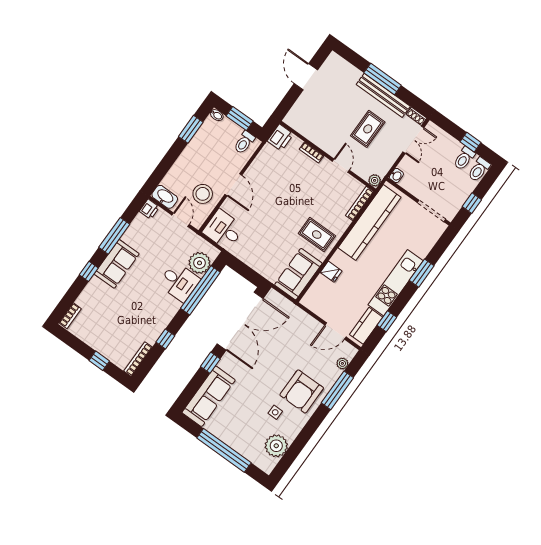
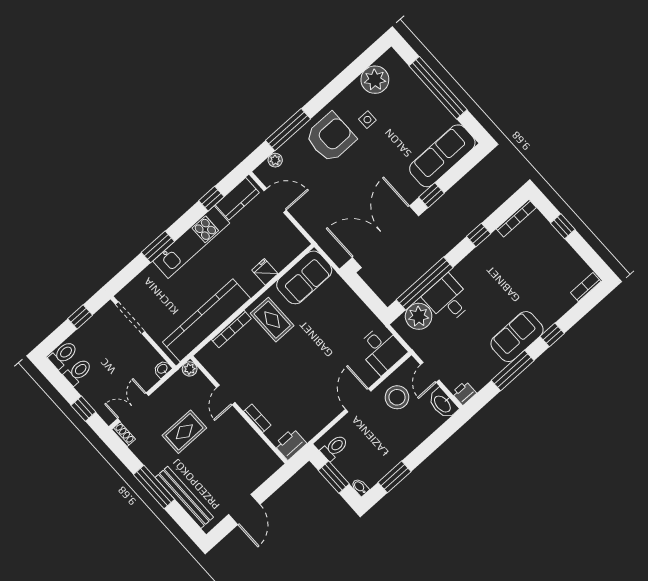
bench: (383, 95) -> (184, 497), moved
window: (471, 142) -> (83, 409), moved
bookcase: (360, 204) -> (231, 329), moved

